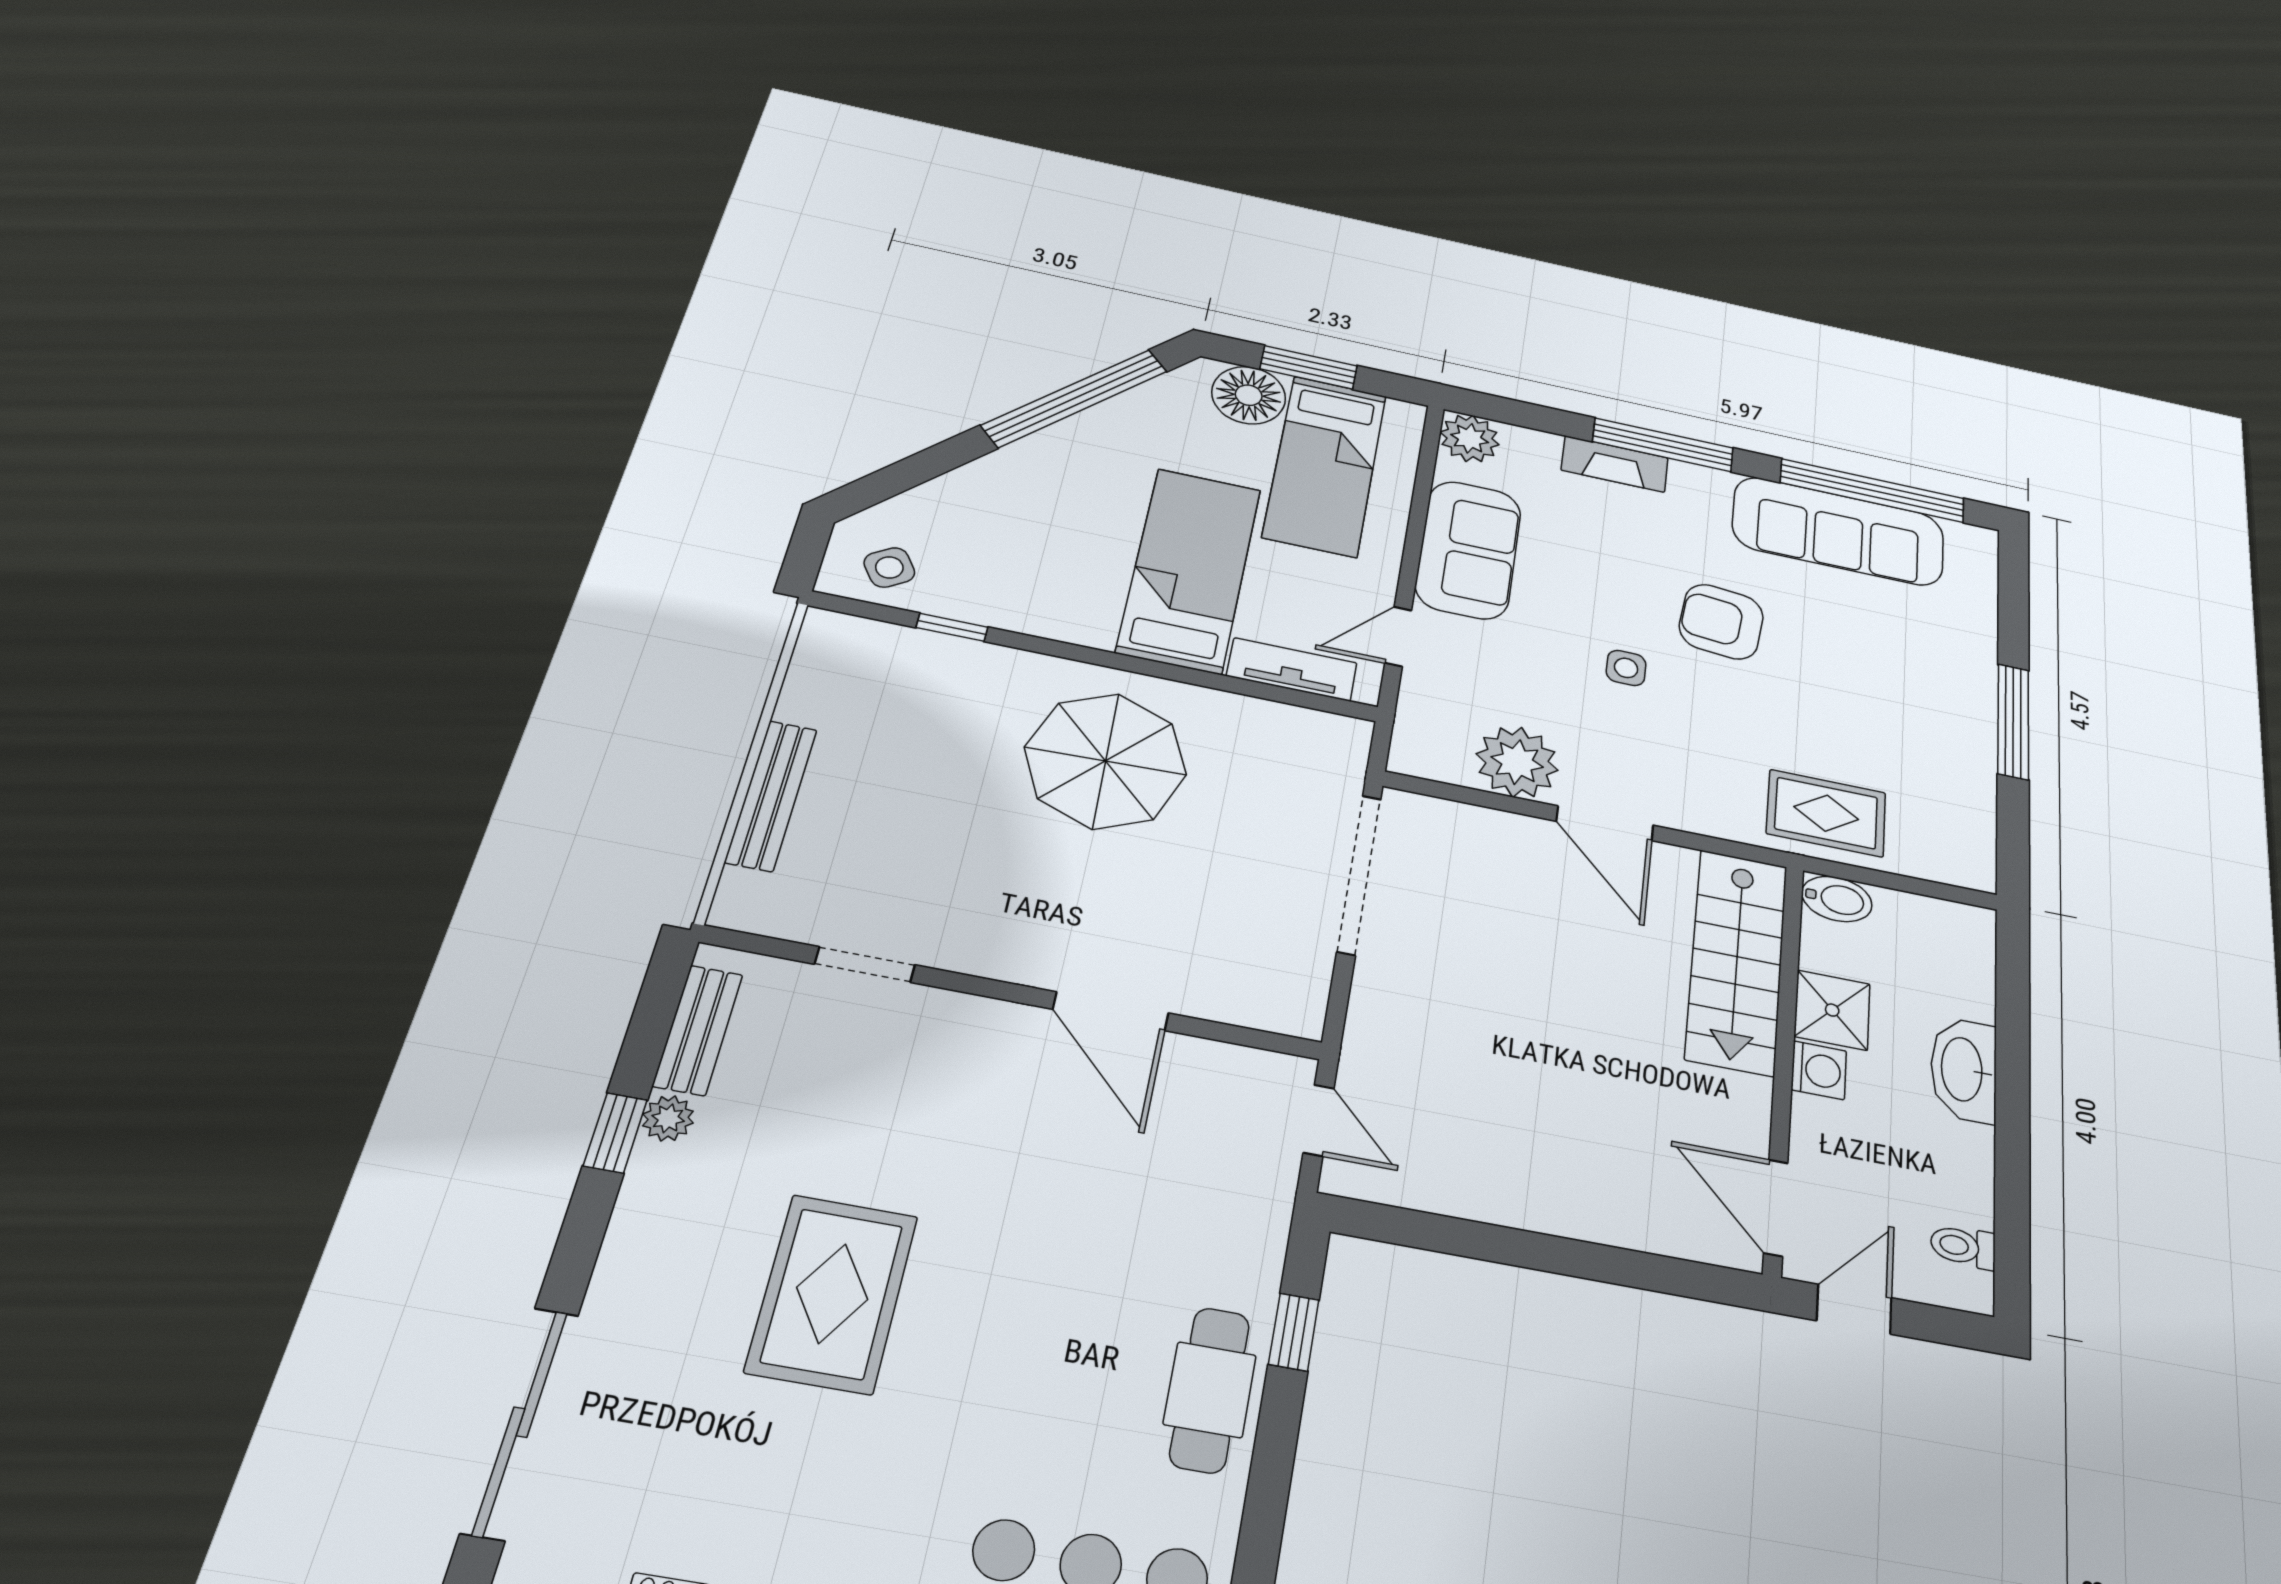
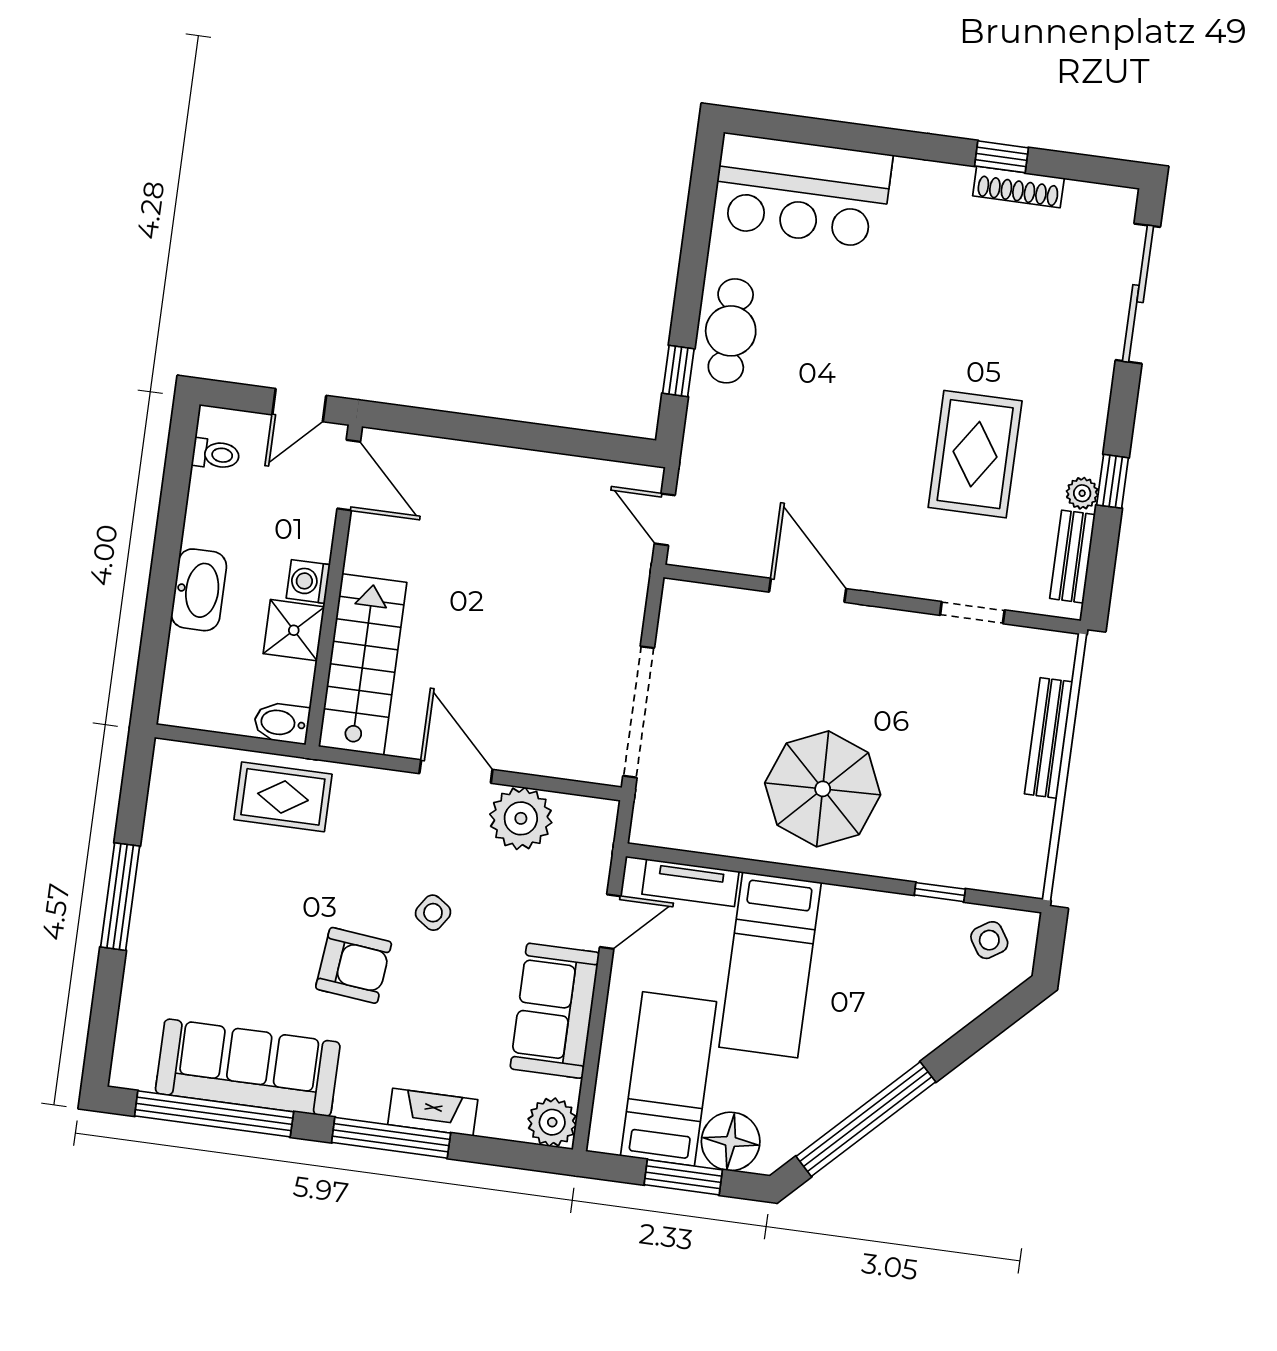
side table: (1626, 668) -> (433, 913), turned 34
rug: (832, 1293) -> (975, 454), moved

